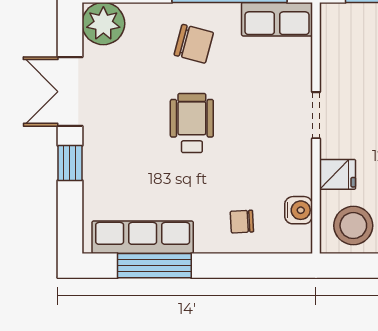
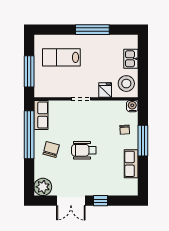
water cooler: (299, 210) -> (132, 106), moved
row of seats: (143, 237) -> (131, 164), width x0.68
window: (154, 266) -> (143, 141), moved

